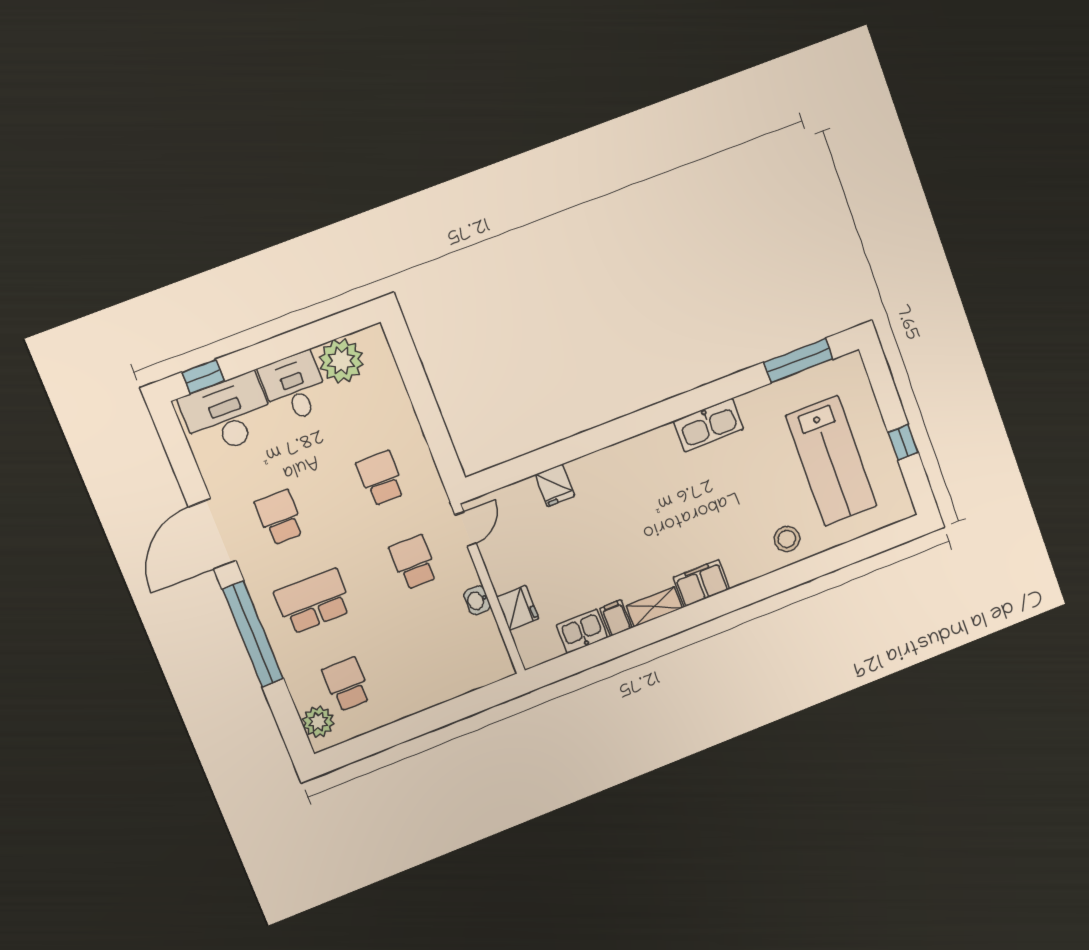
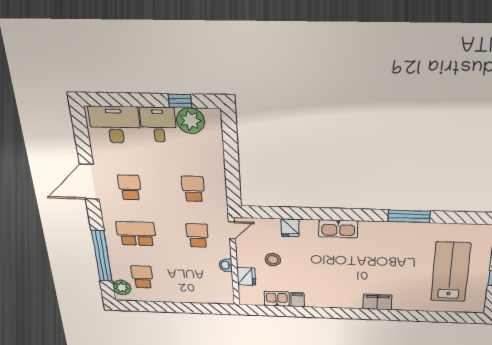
window: (798, 361) -> (409, 216), moved
window: (203, 377) -> (180, 101), moved
kitchen sink: (708, 425) -> (338, 229), moved
lab bench: (831, 461) -> (451, 272), turned 180
stool: (787, 539) -> (273, 260), moved
filing cabinet: (701, 583) -> (377, 302), moved
shelving: (654, 607) -> (320, 302), removed
window: (253, 634) -> (102, 256), moved

